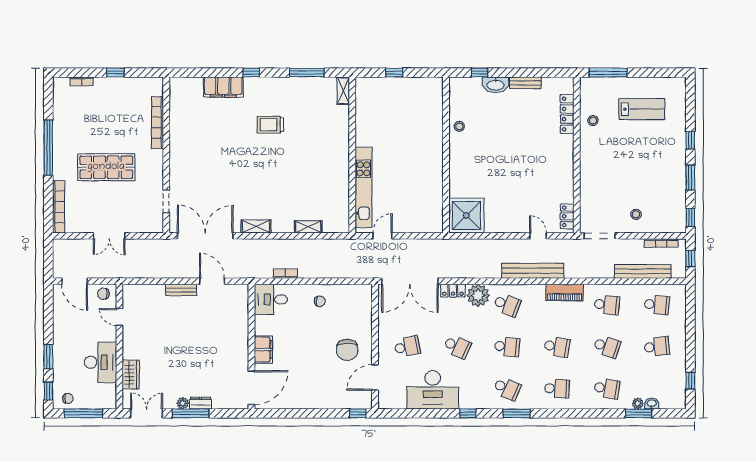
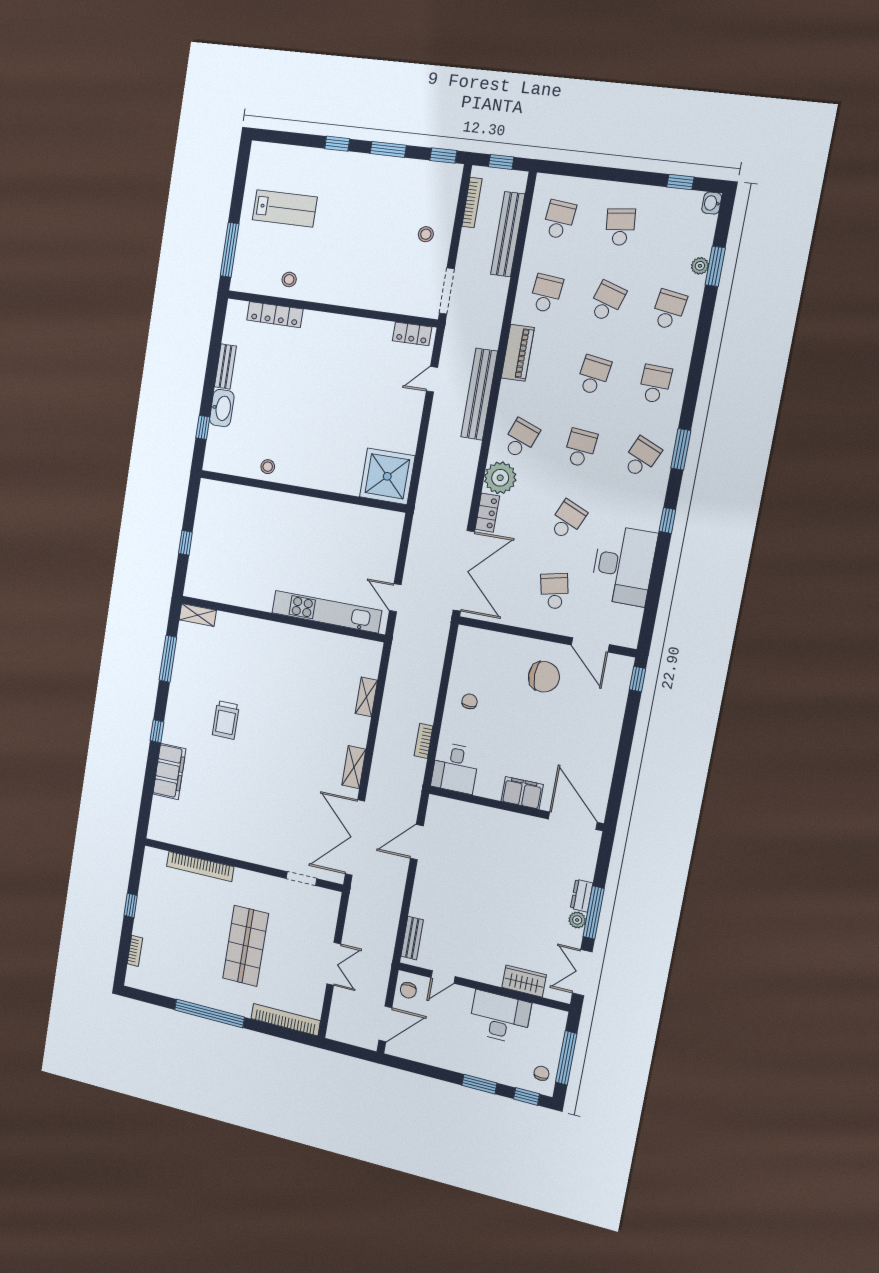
lab bench: (642, 109) -> (285, 208), turned 90
bench: (181, 290) -> (412, 938), moved
washbasin: (652, 403) -> (712, 203), moved

